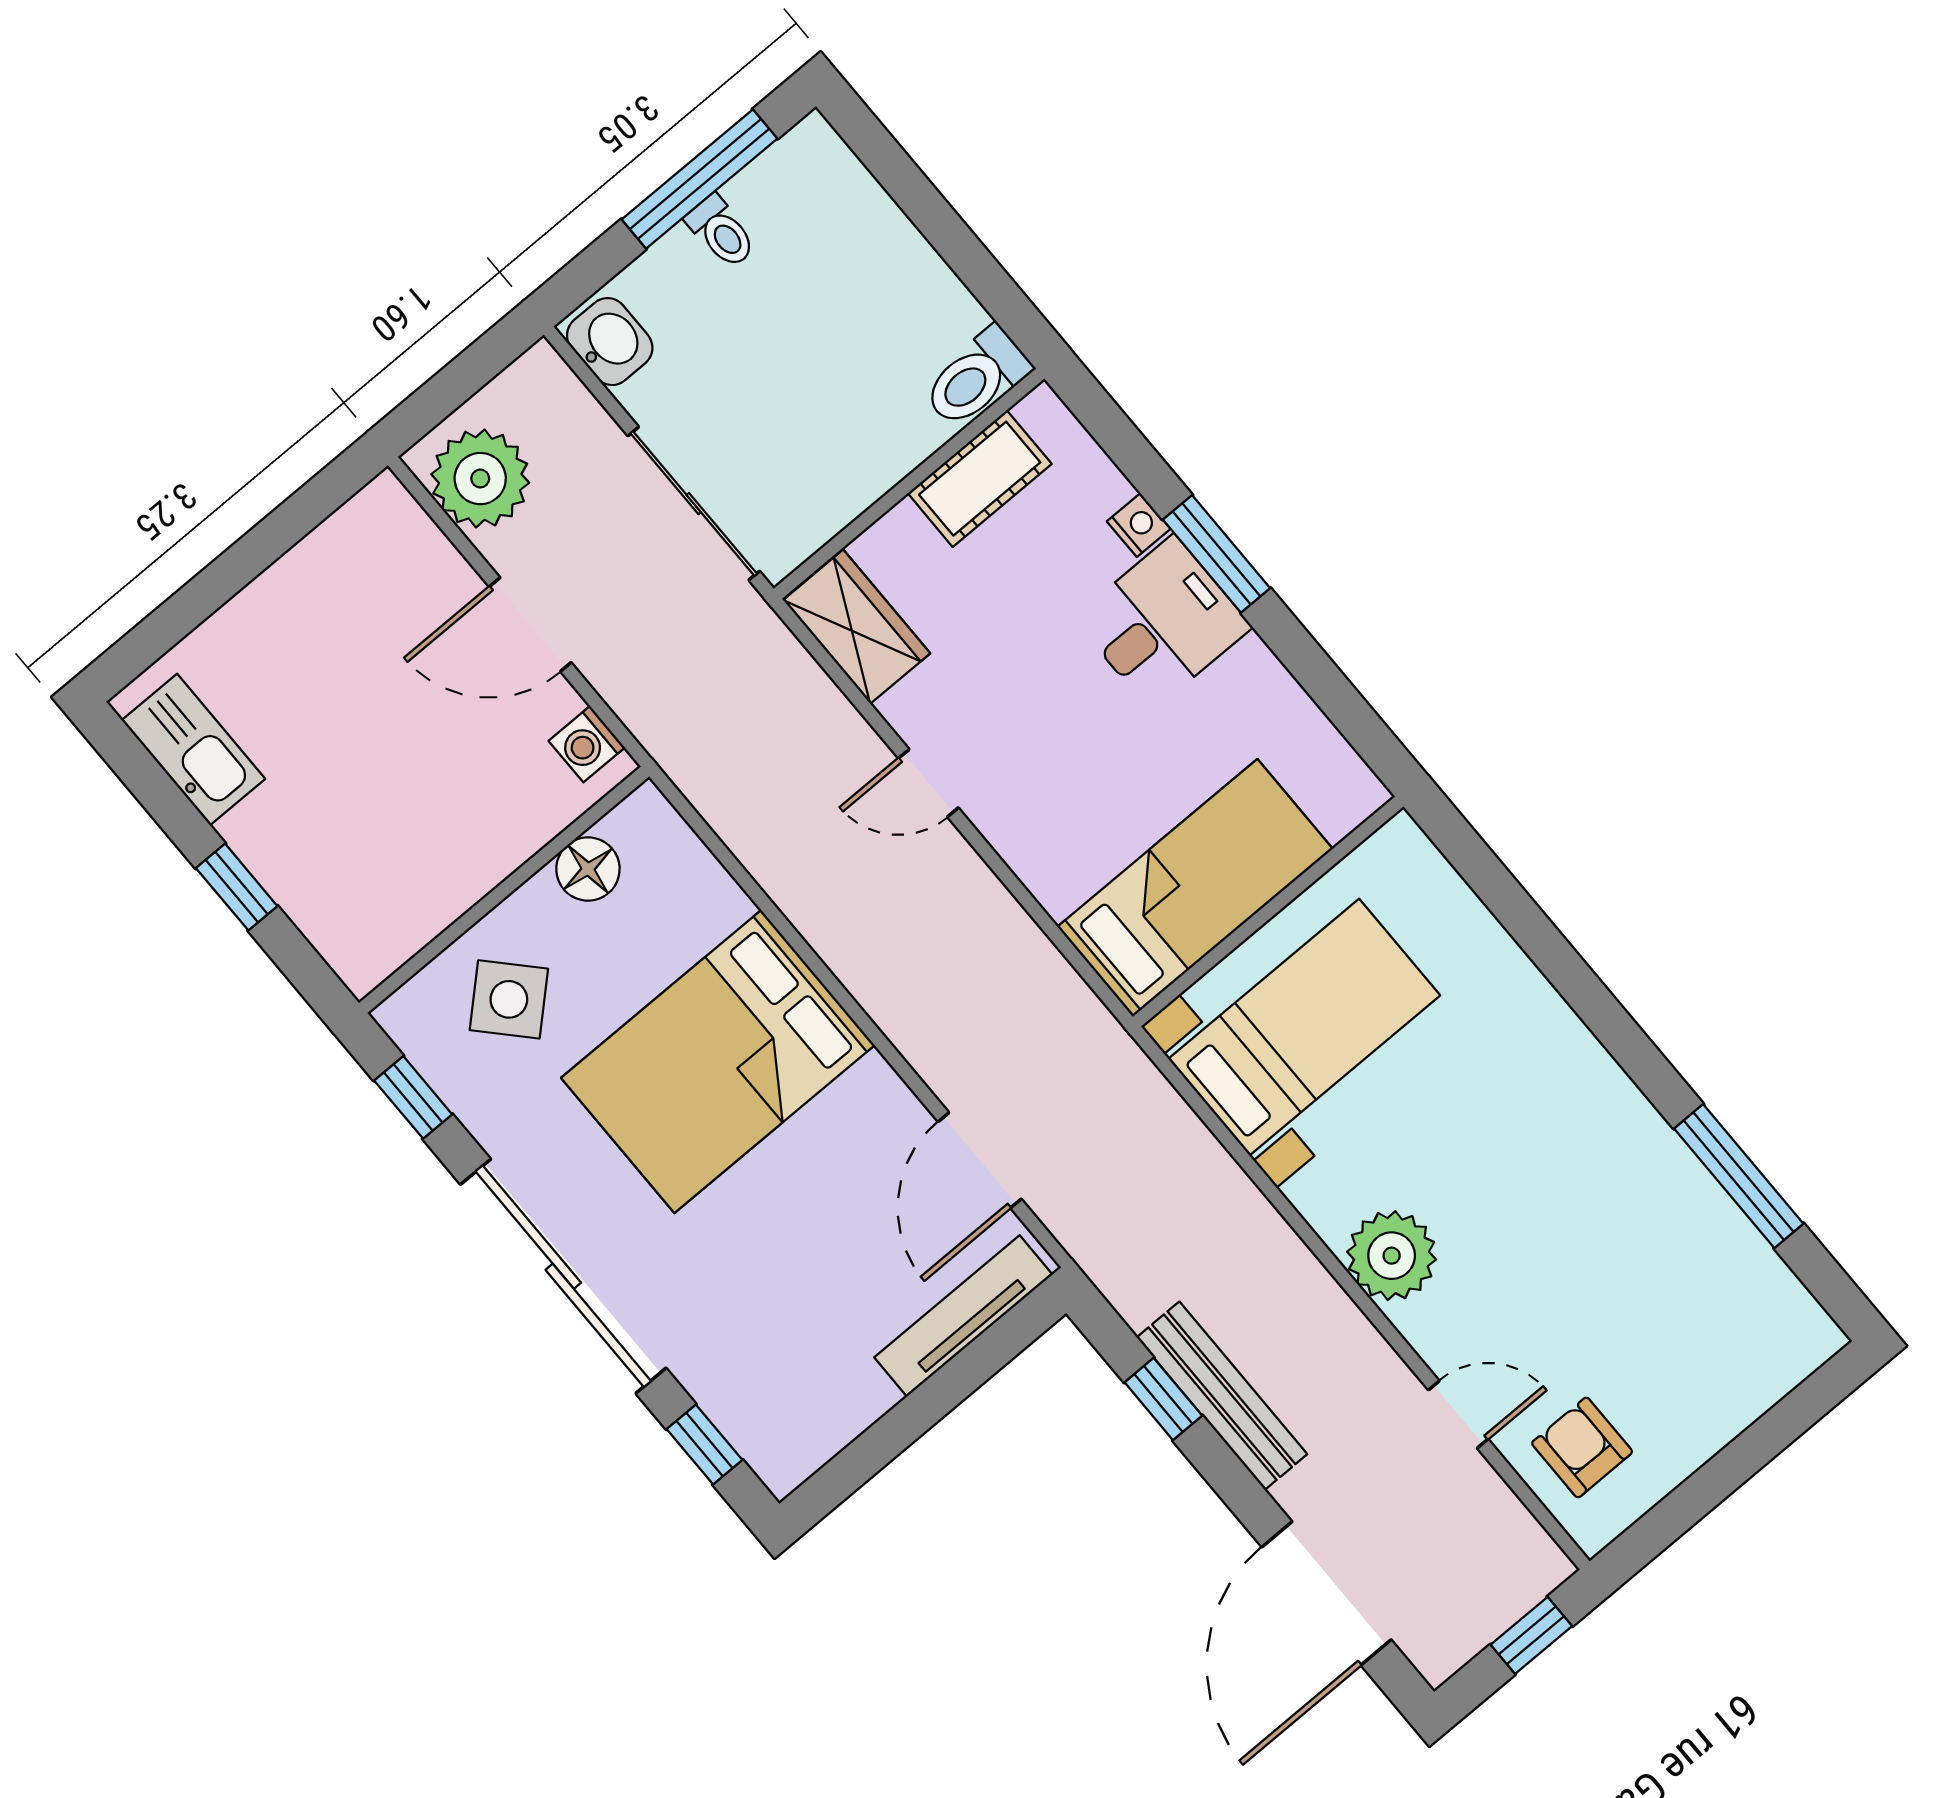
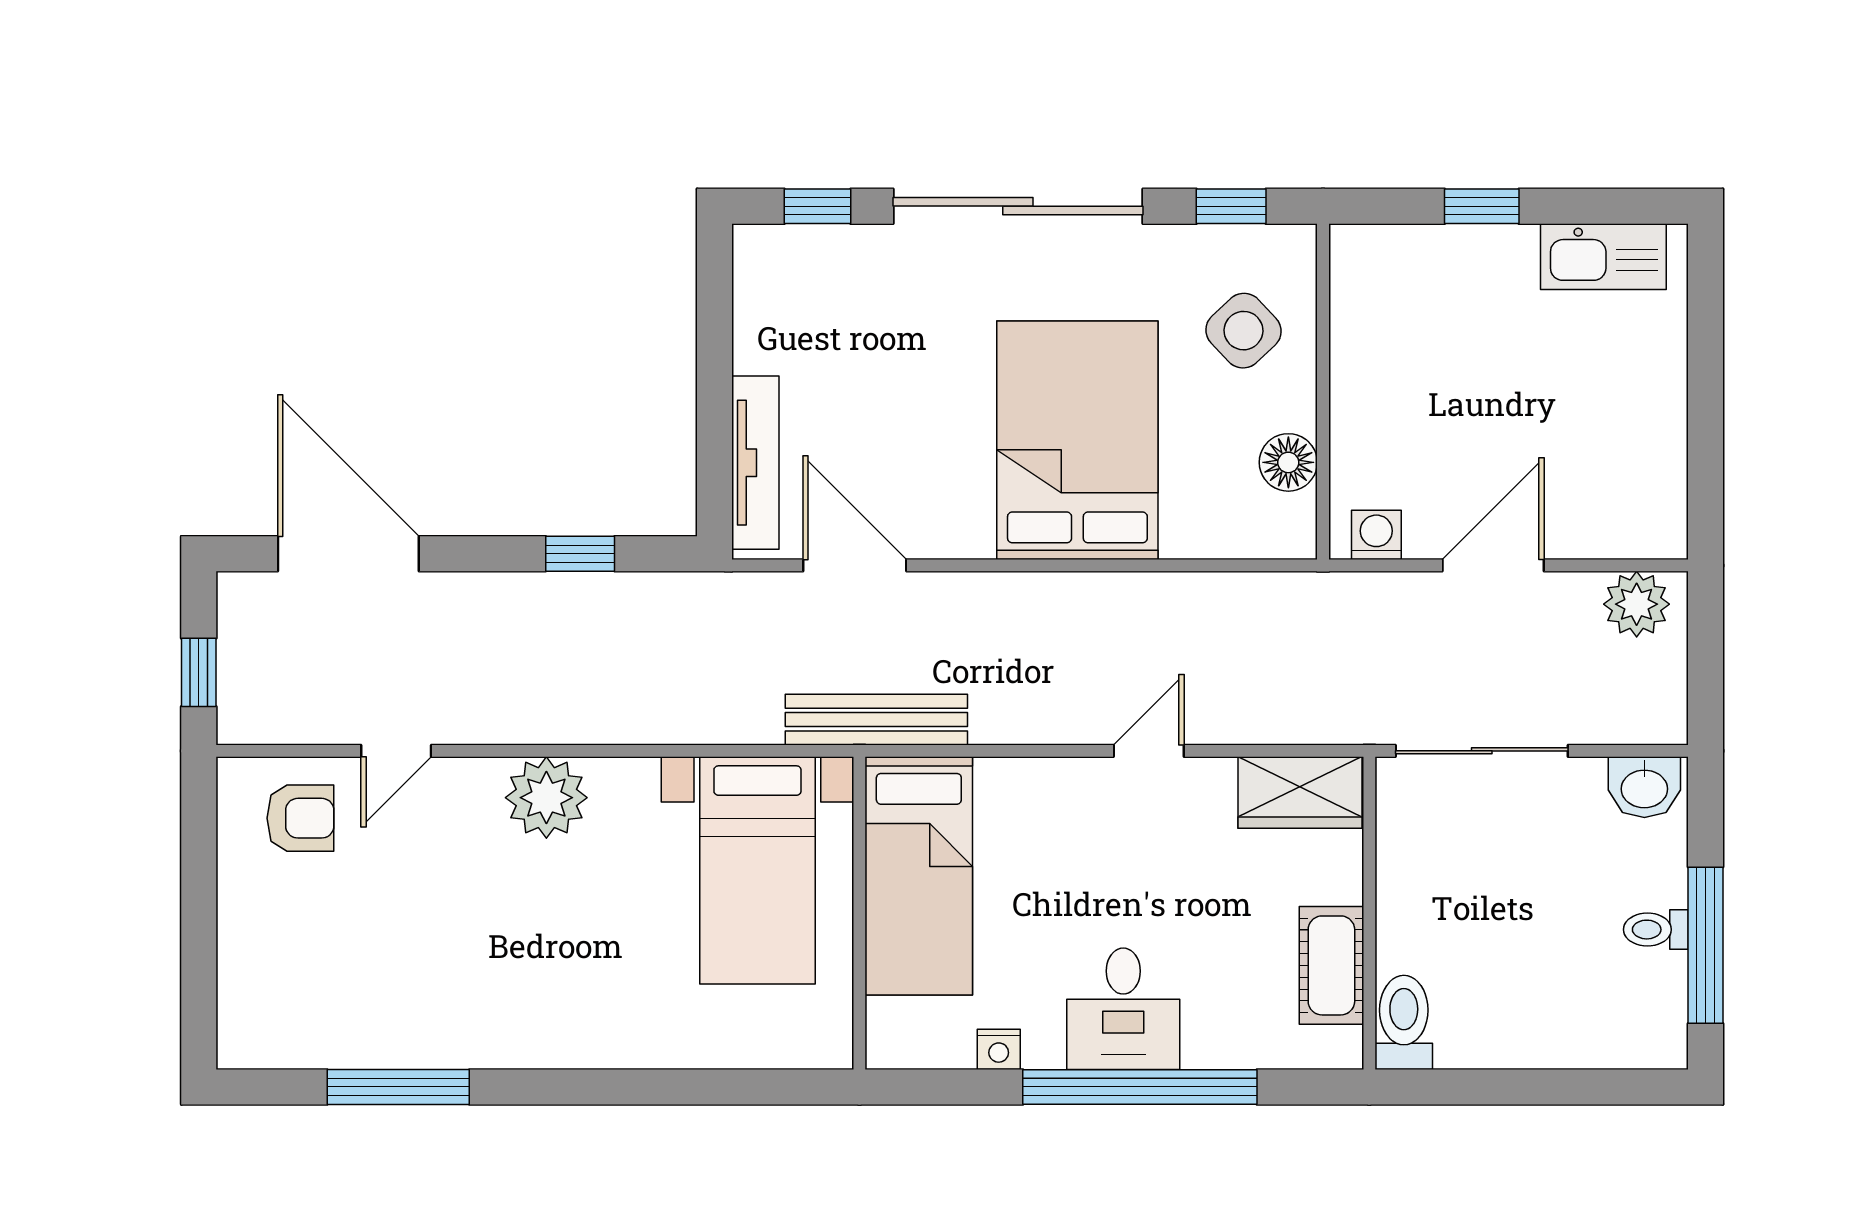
plant: (480, 479) -> (1637, 604), width x0.73, depth x0.73
nightstand: (1139, 525) -> (999, 1049), moved
window: (1217, 554) -> (1140, 1087), width x2.11
bench: (1222, 1396) -> (876, 720), moved

